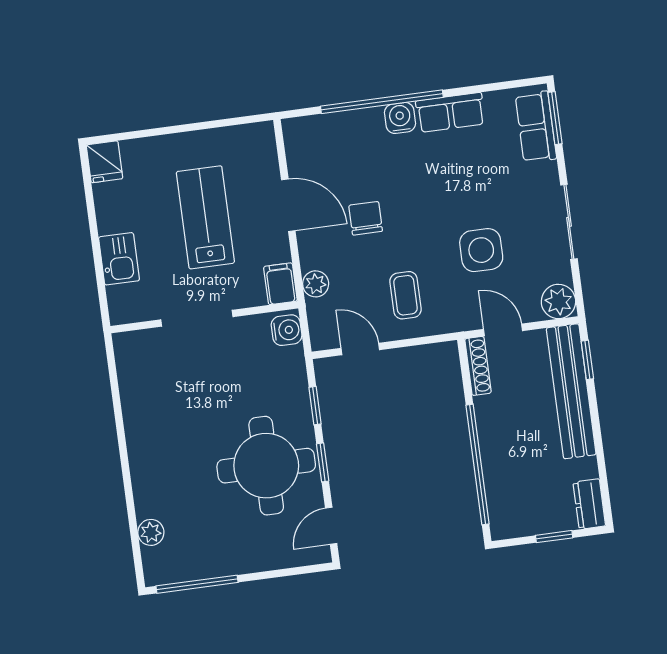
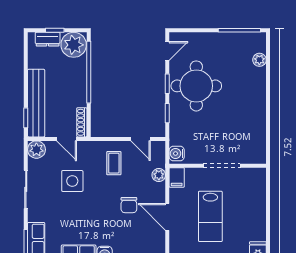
kitchen sink: (119, 259) -> (257, 201), removed
dresser: (589, 504) -> (48, 39), moved, turned 90
plant: (514, 513) -> (74, 45), added

